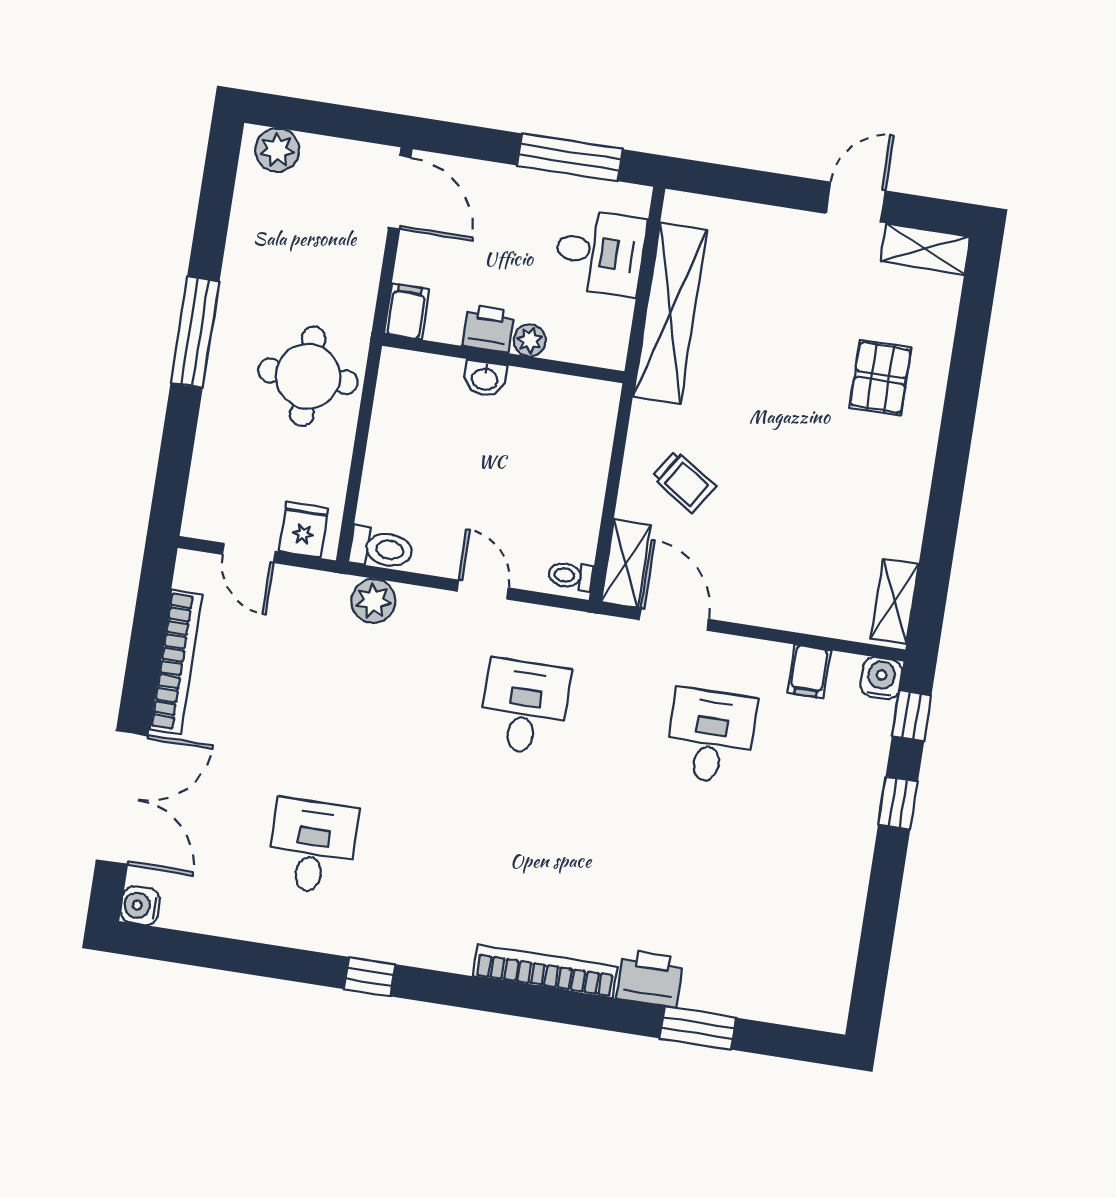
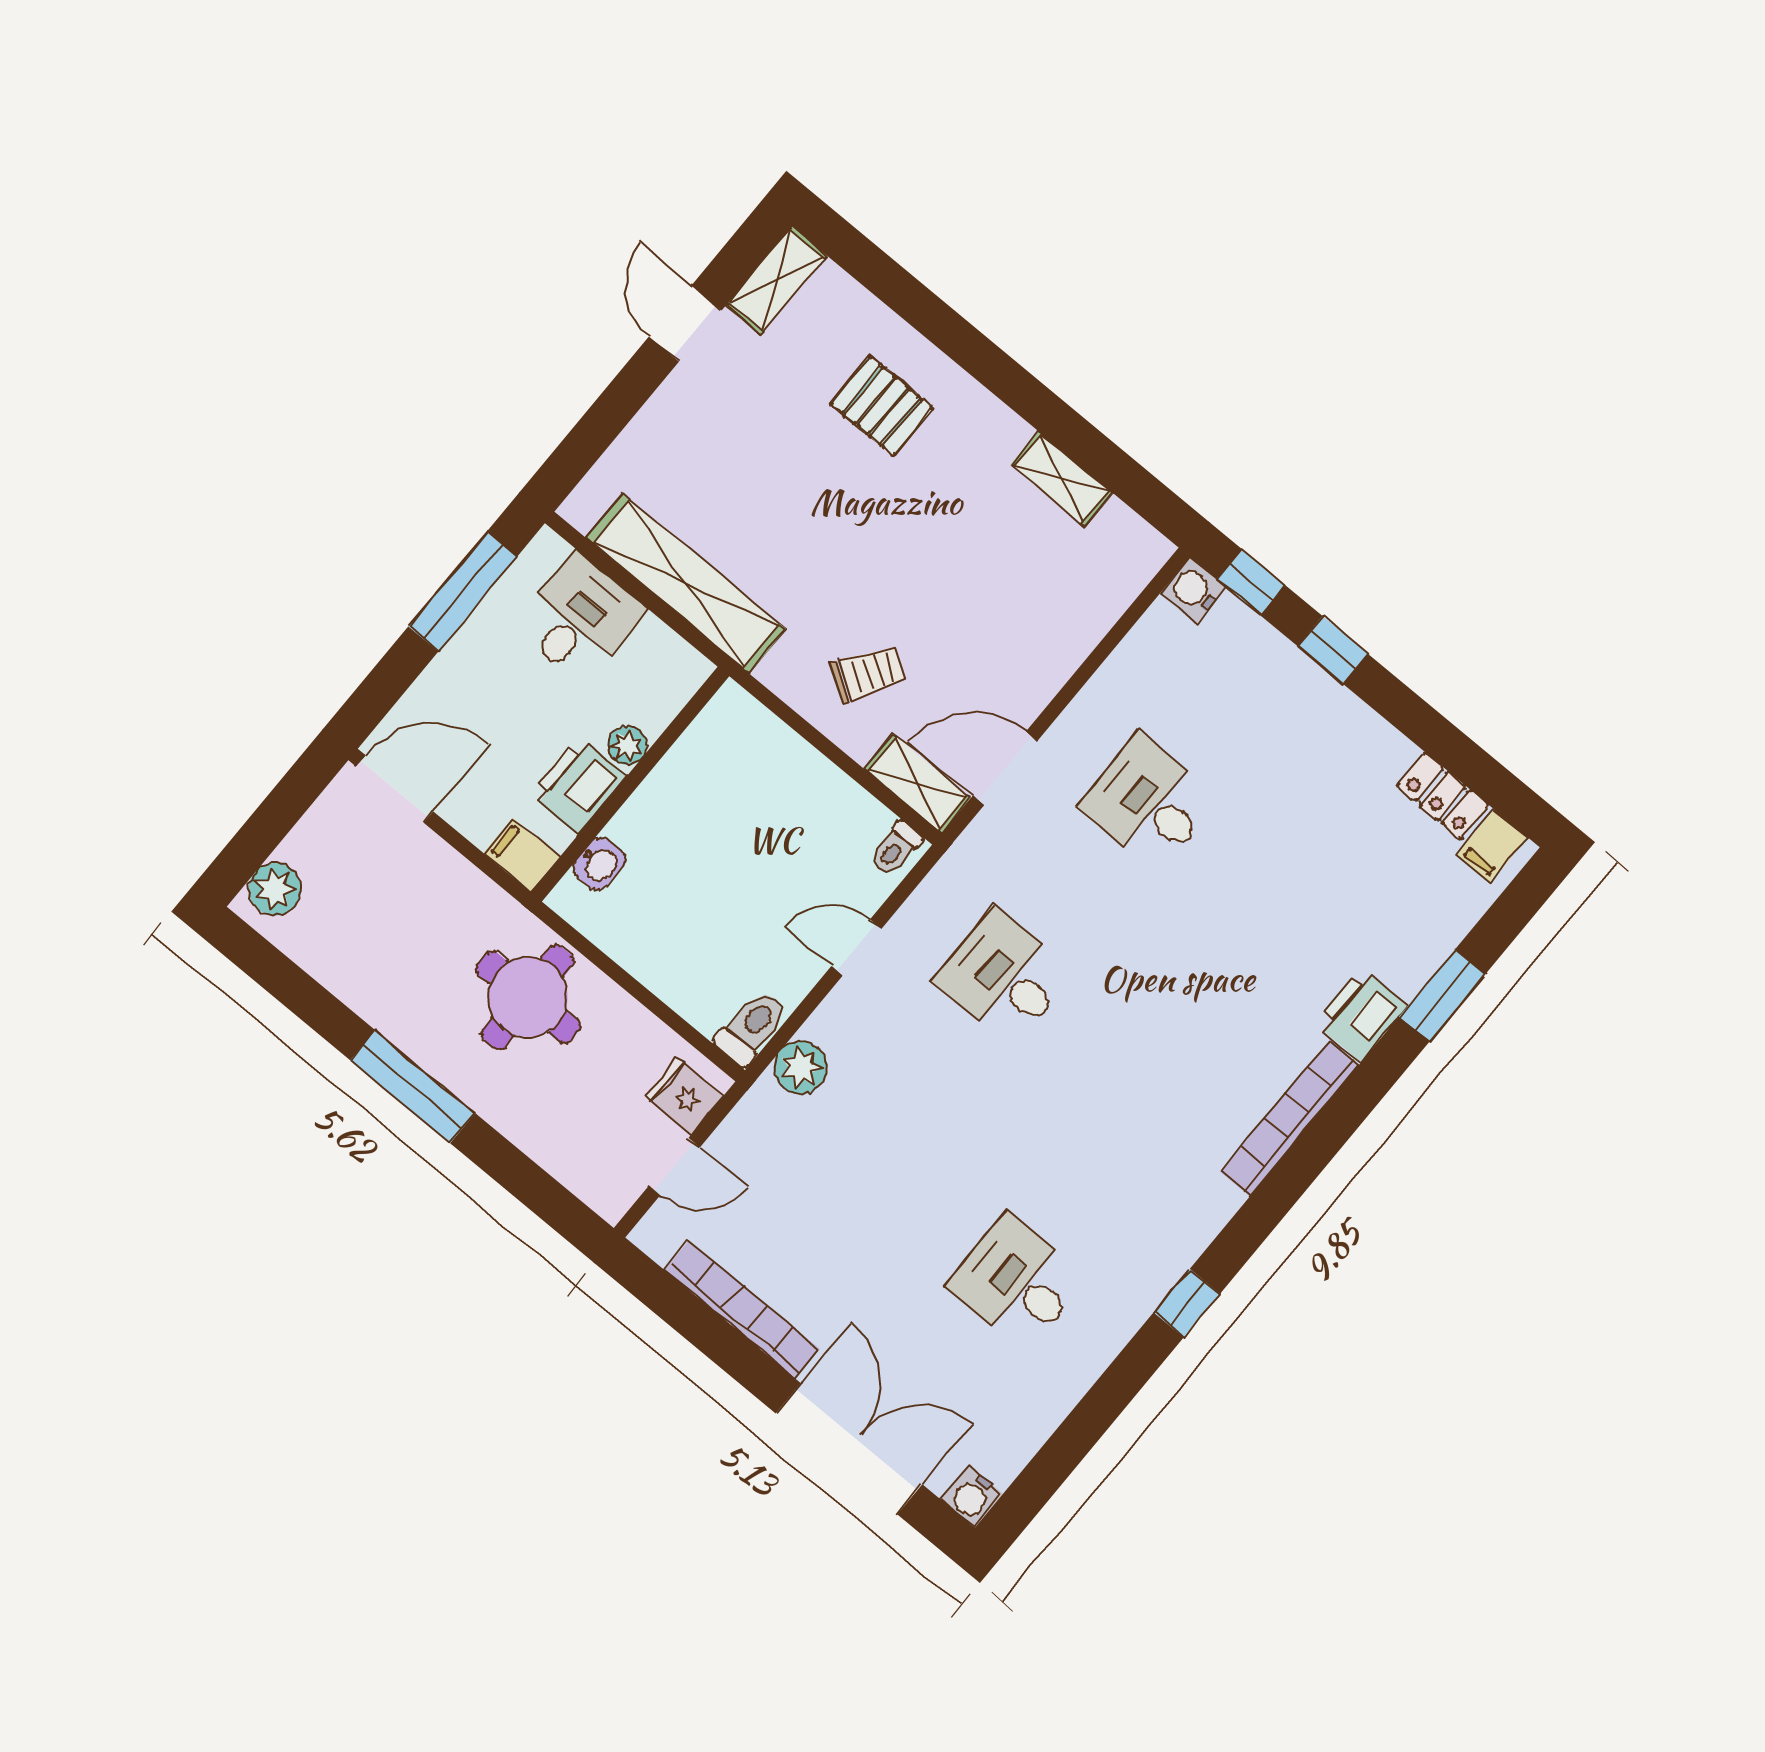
printer: (488, 328) -> (578, 785), width x1.36, depth x1.24
washbasin: (485, 378) -> (599, 863), moved
shelving: (895, 601) -> (1062, 479), moved
filing cabinet: (809, 671) -> (1492, 846), moved, turned 90
locker: (841, 943) -> (1443, 796), added

